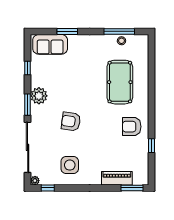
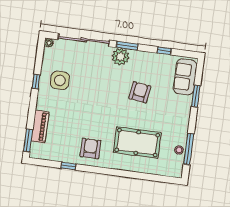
plant: (39, 96) -> (121, 57), moved
armchair: (71, 121) -> (140, 92), moved
window: (48, 188) -> (36, 81), moved

